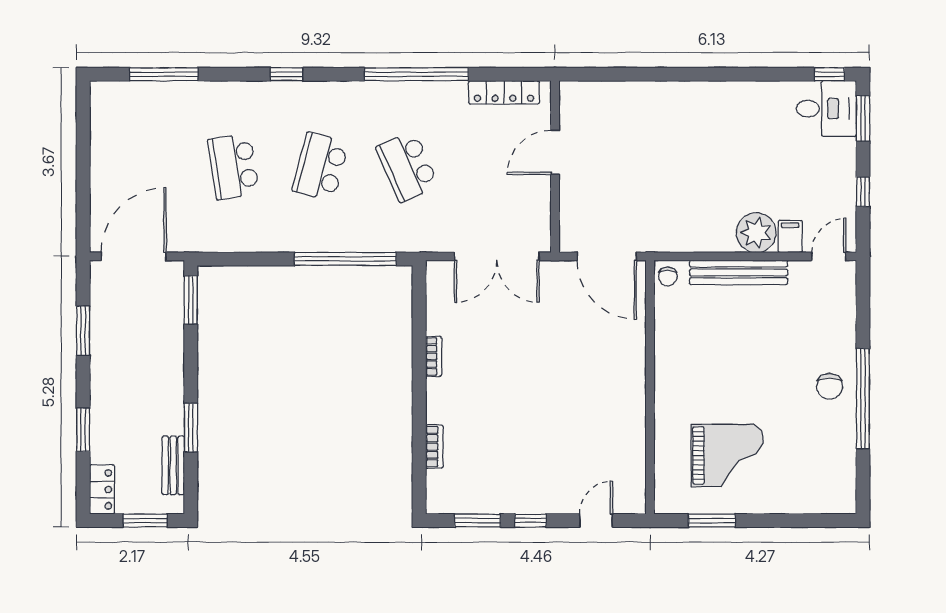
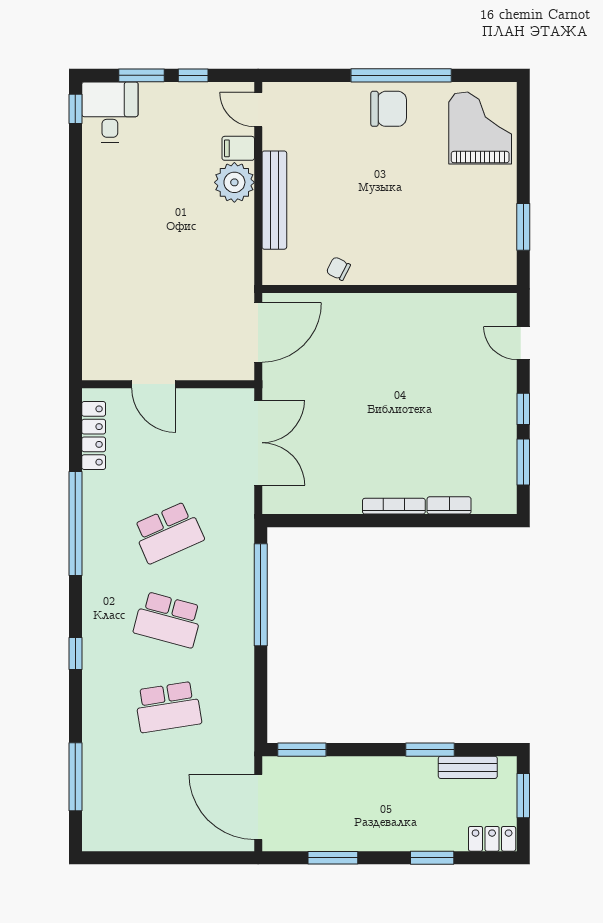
window: (863, 118) -> (142, 75), moved
chair: (668, 276) -> (338, 269), moved, turned -153
bookcase: (434, 356) -> (394, 506), moved, width x1.56
chair: (830, 386) -> (389, 109), width x1.37, depth x1.37
grand piano: (727, 455) -> (480, 128), moved

